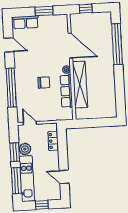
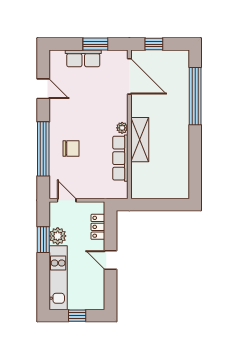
row of seats: (26, 22) -> (83, 58), moved
door: (70, 46) -> (129, 76), moved
chair: (44, 82) -> (71, 149), moved
shelving: (80, 85) -> (140, 140), width x0.68
door: (64, 177) -> (110, 260), moved
window: (16, 181) -> (43, 280), removed

